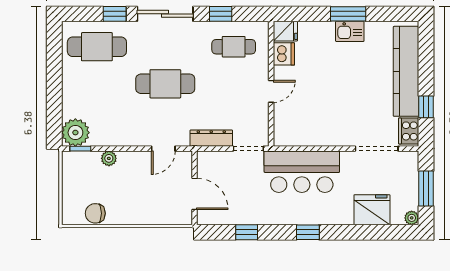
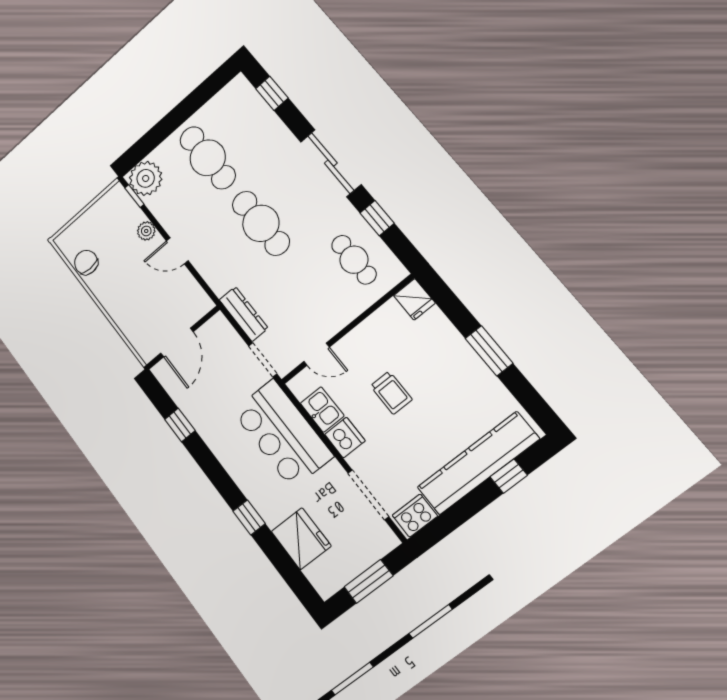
window: (115, 14) -> (272, 93), moved
kitchen sink: (350, 31) -> (322, 409), moved, turned 180
cafe table: (97, 47) -> (208, 158), moved
dishwasher: (284, 54) -> (345, 438), moved, turned -90
trolley: (328, 88) -> (391, 393), added
door: (271, 91) -> (316, 354), moved
window: (426, 107) -> (509, 476), moved
door: (163, 149) -> (177, 251), moved
plant: (412, 218) -> (326, 589), removed
window: (308, 232) -> (249, 517), moved

